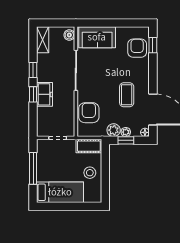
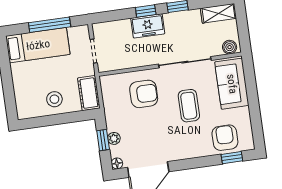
armchair: (137, 48) -> (225, 138), turned -90
coffee table: (127, 95) -> (189, 106), moved, turned 90
armchair: (89, 113) -> (144, 94), moved
plant: (114, 130) -> (114, 122), removed
bed: (60, 192) -> (38, 45), moved, turned -90

